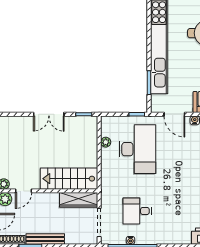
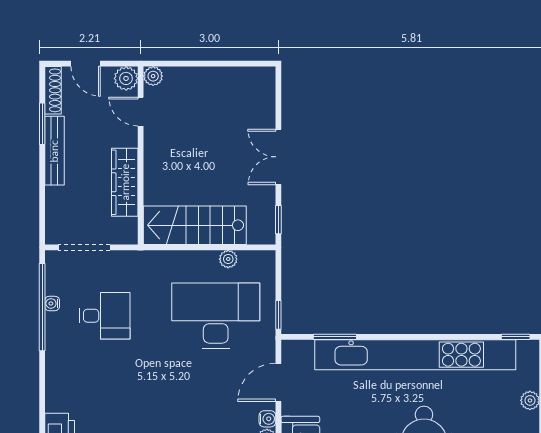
desk: (137, 149) -> (216, 316), turned 180
stairs: (69, 179) -> (195, 225), moved, turned -90
wardrobe: (79, 200) -> (125, 182), moved
desk: (137, 211) -> (105, 316), turned 90

